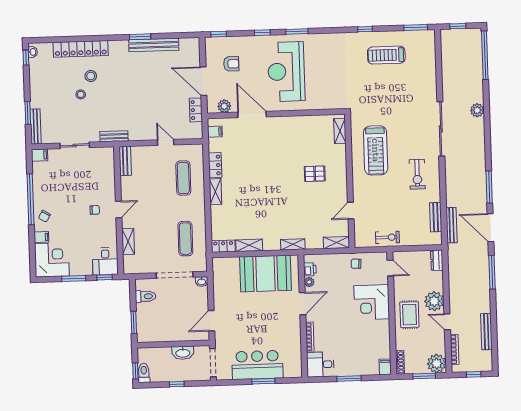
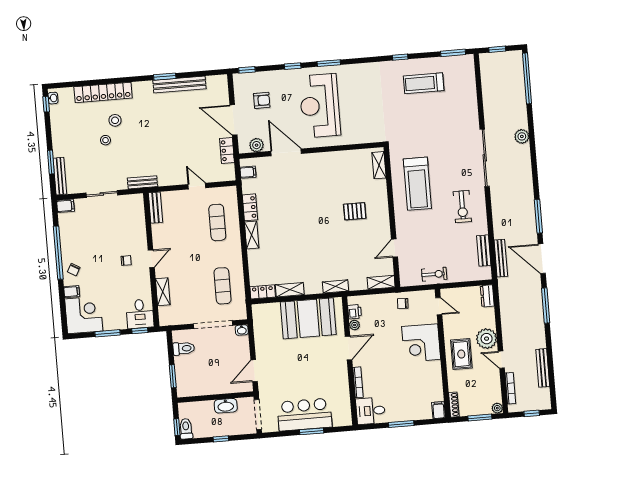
plant: (437, 363) -> (497, 408), width x0.53, depth x0.53

